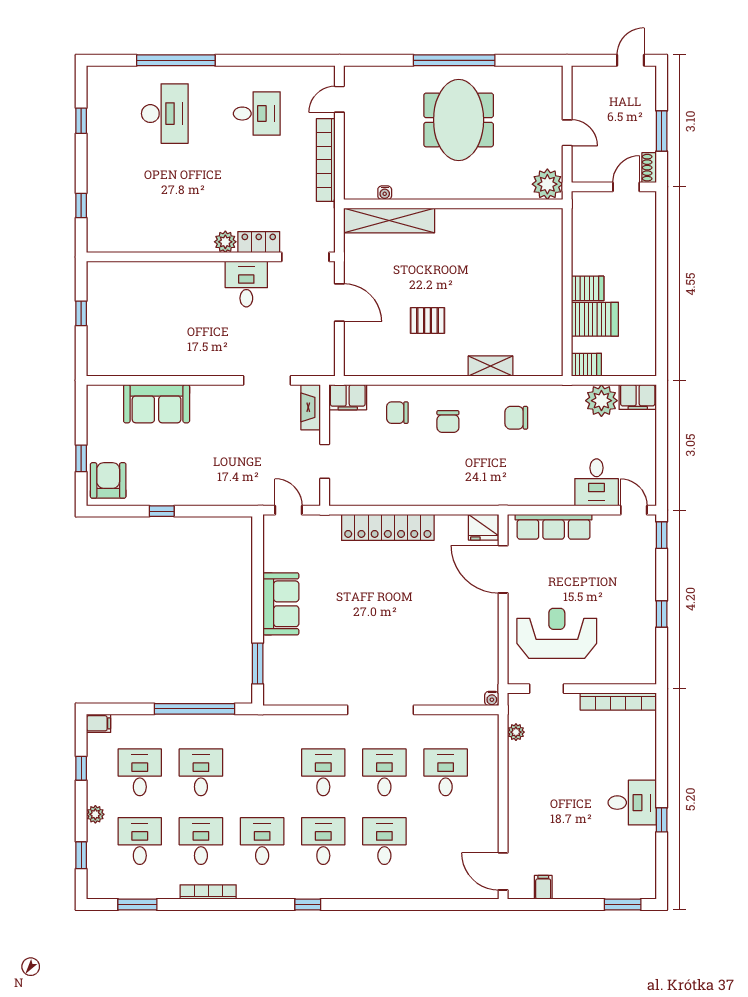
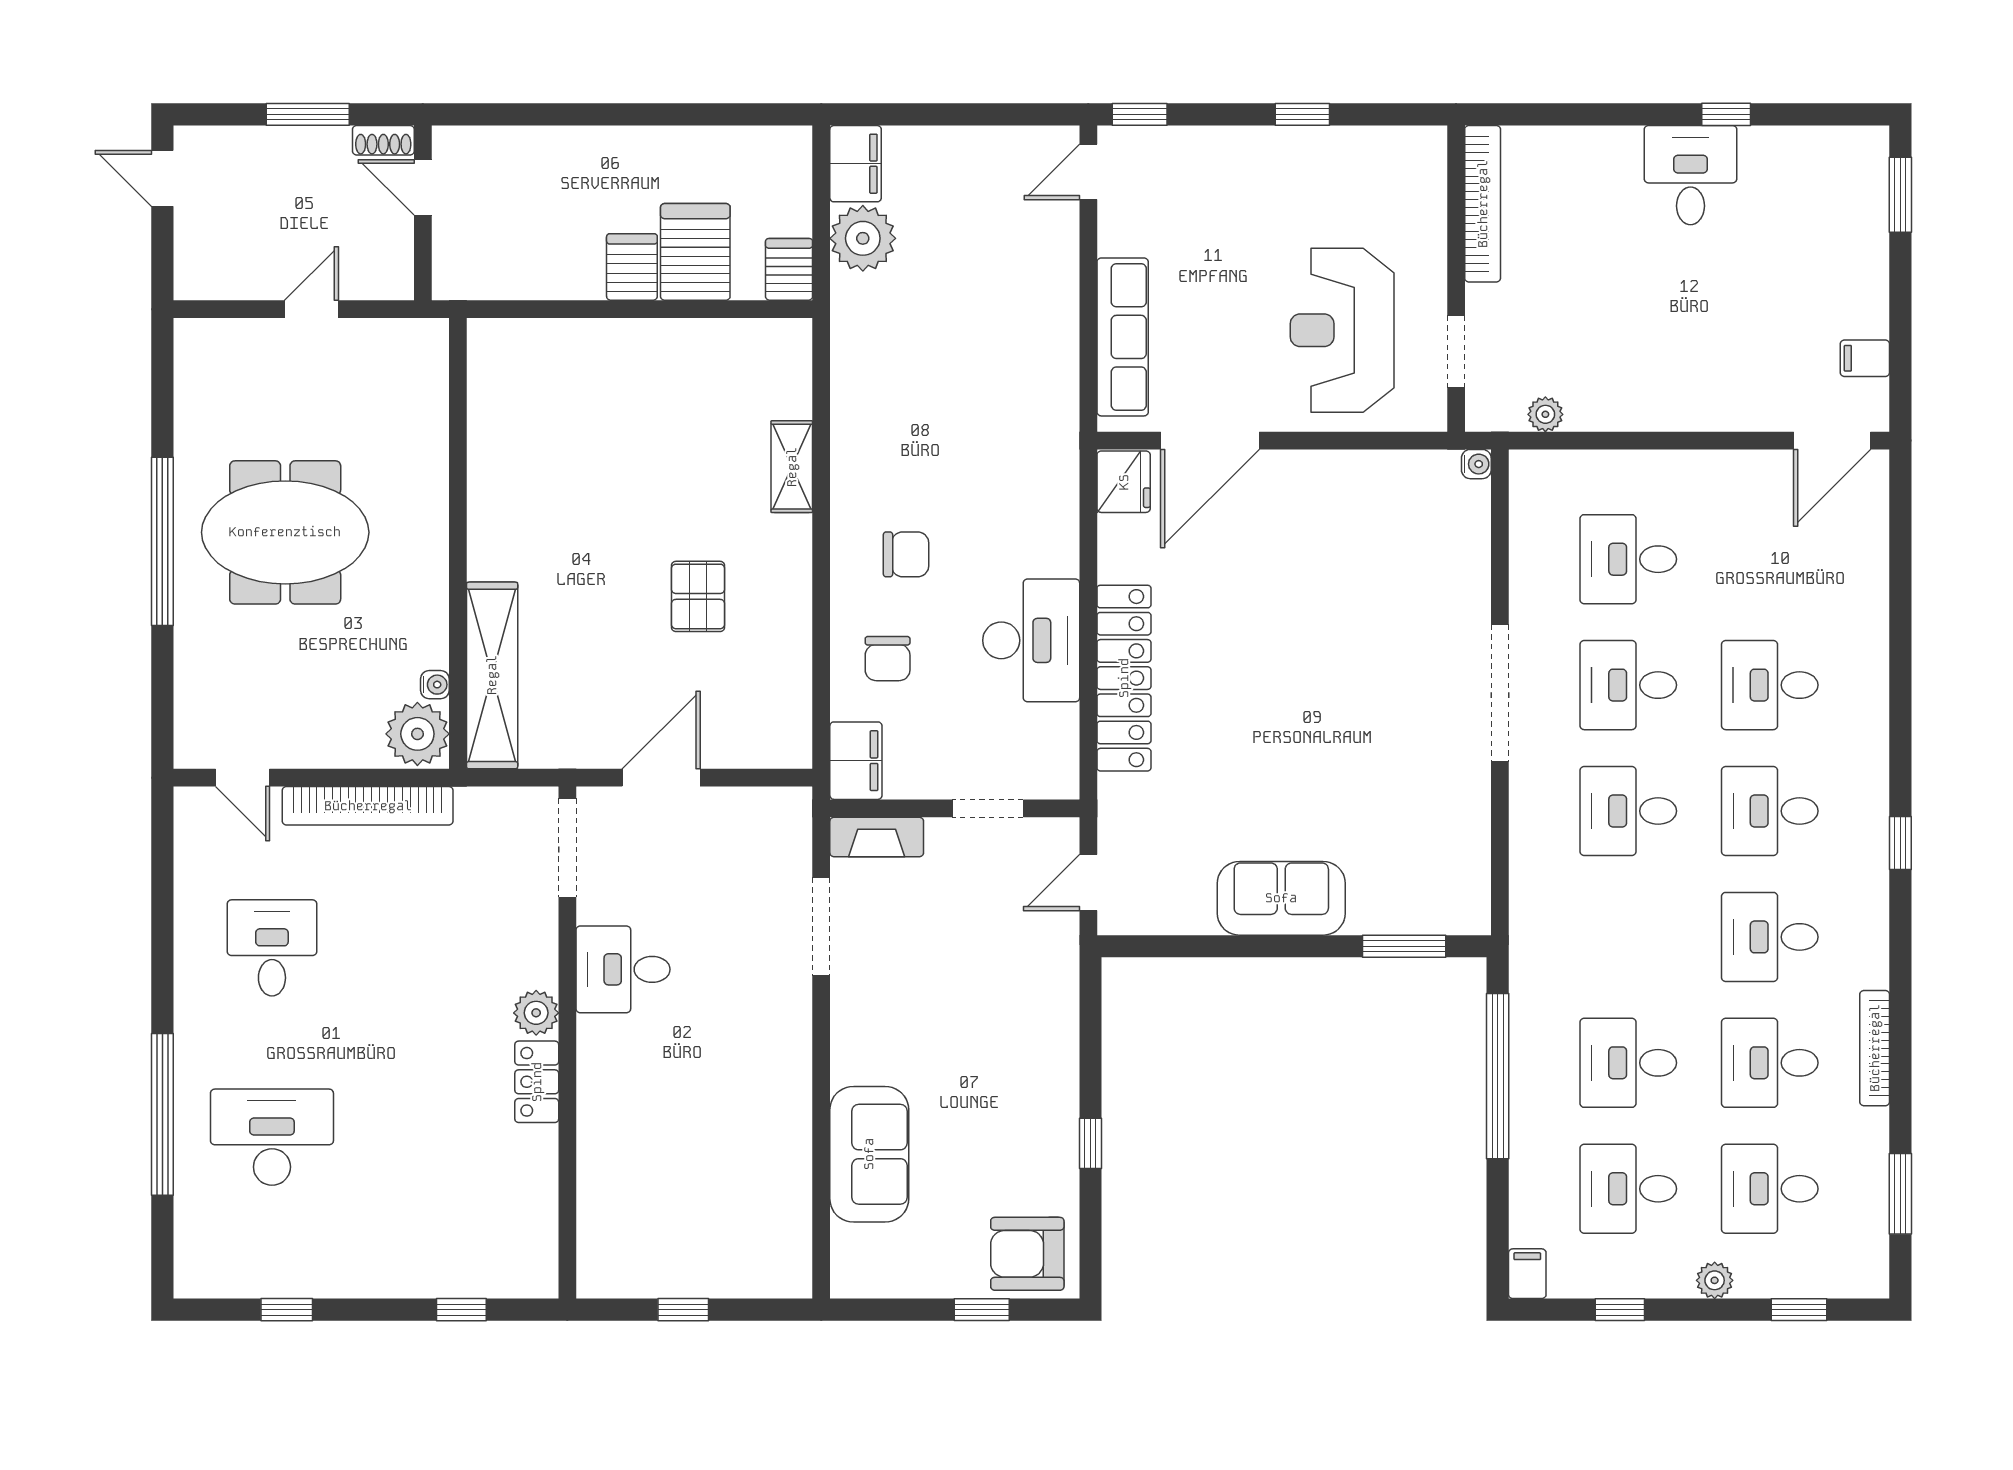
plant: (547, 184) -> (417, 734), moved
locker: (259, 242) -> (537, 1082), moved
chair: (516, 418) -> (898, 414), removed
desk: (597, 482) -> (1031, 640), moved, width x1.37

